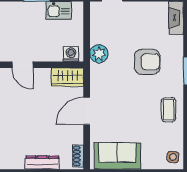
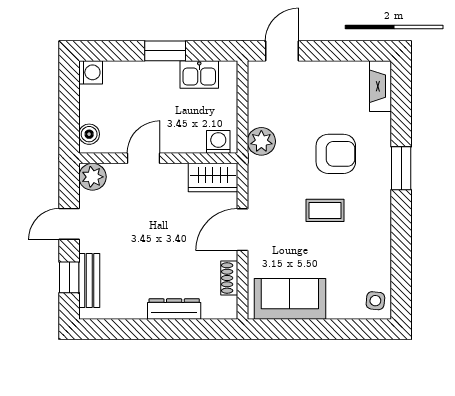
door: (22, 65) -> (144, 158), swing flipped
coffee table: (168, 110) -> (325, 210), moved, turned 90
shoe rack: (78, 156) -> (229, 278), moved

